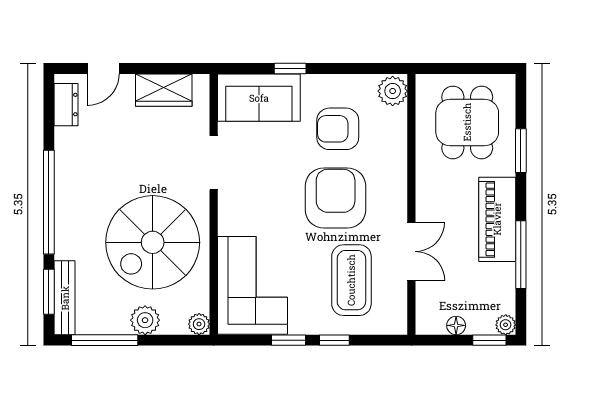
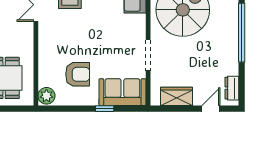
armchair: (336, 198) -> (79, 35), removed

